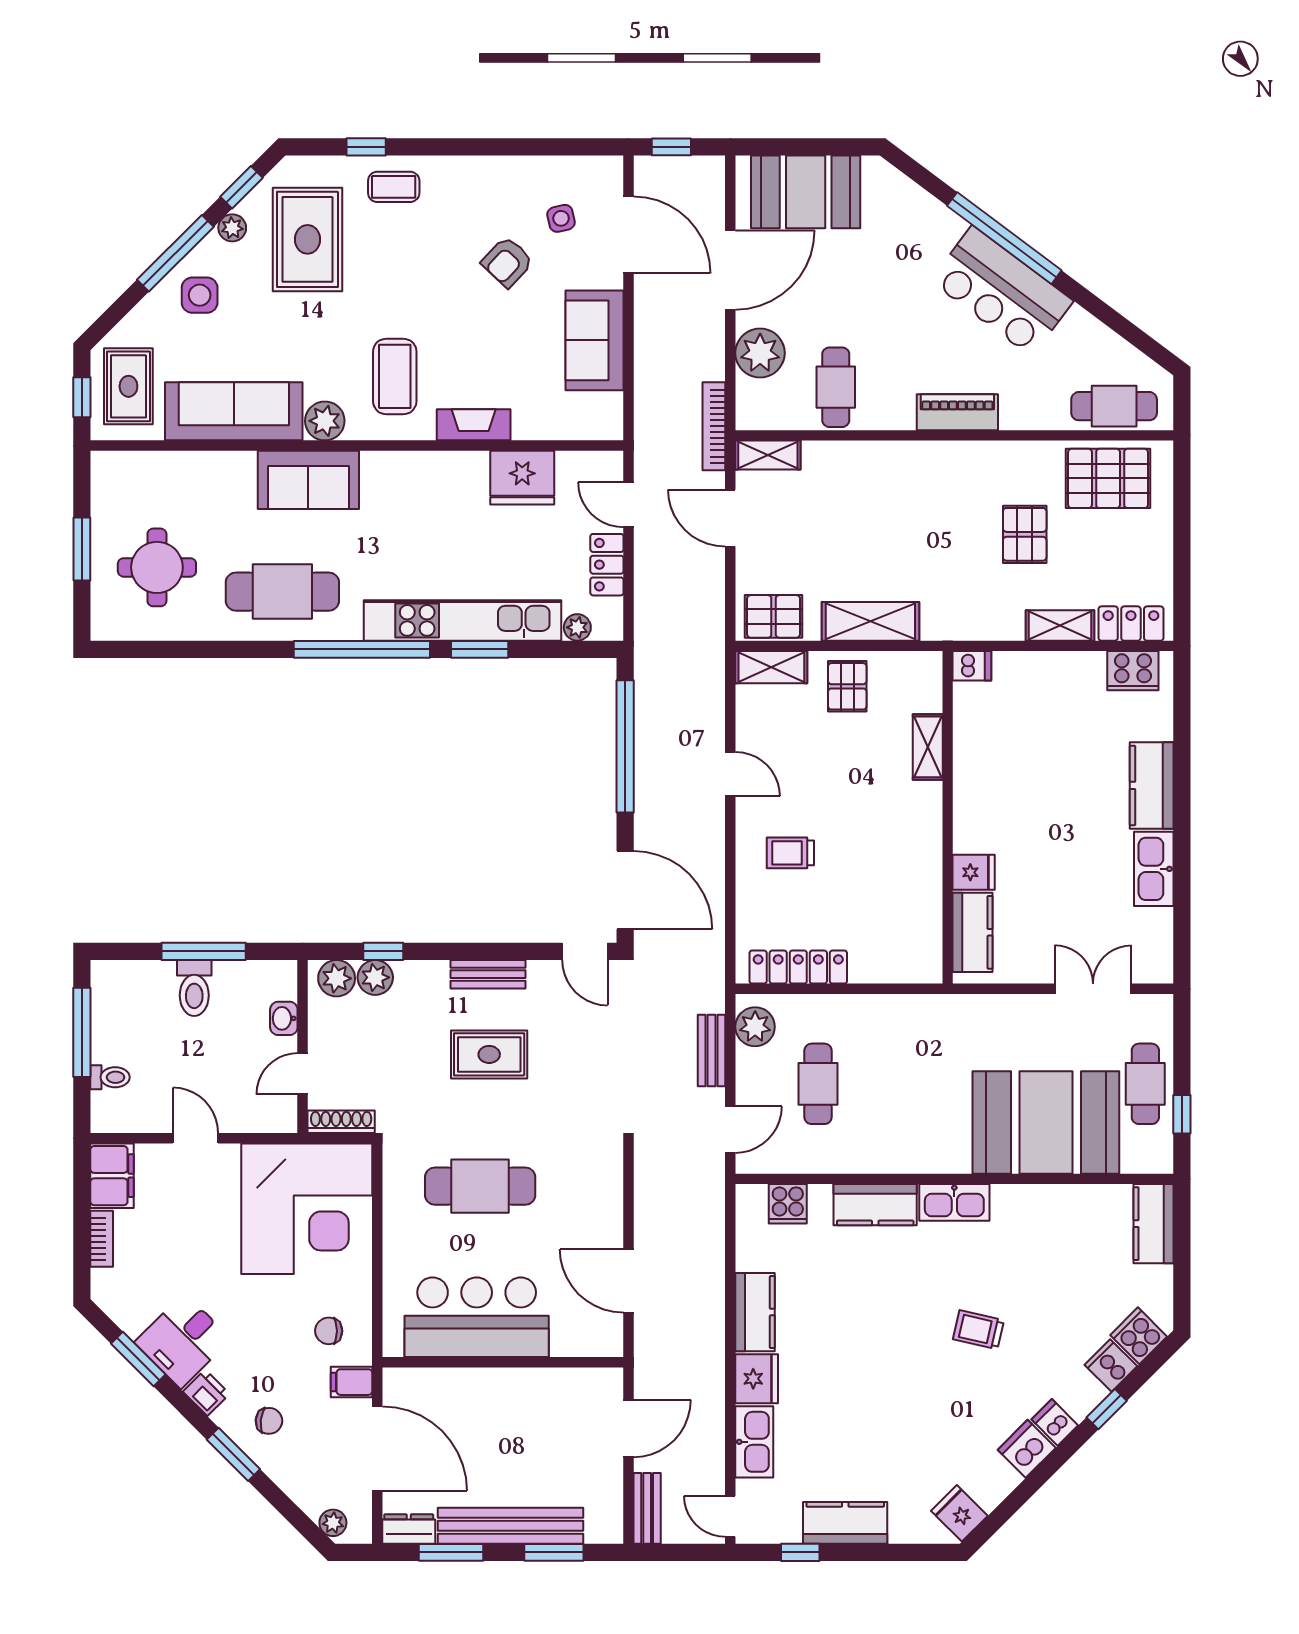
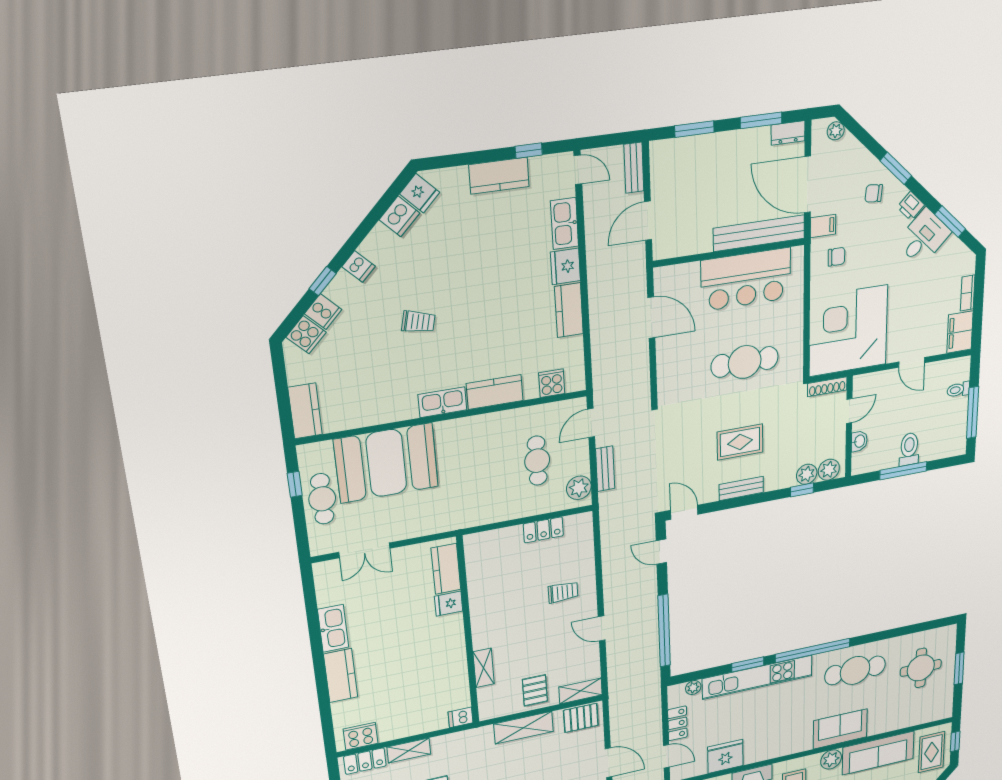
door: (625, 890) -> (661, 552), width x0.53
locker: (798, 967) -> (543, 530), width x0.66
dishwasher: (1027, 1449) -> (399, 216), moved
bench: (511, 1526) -> (759, 233), moved

